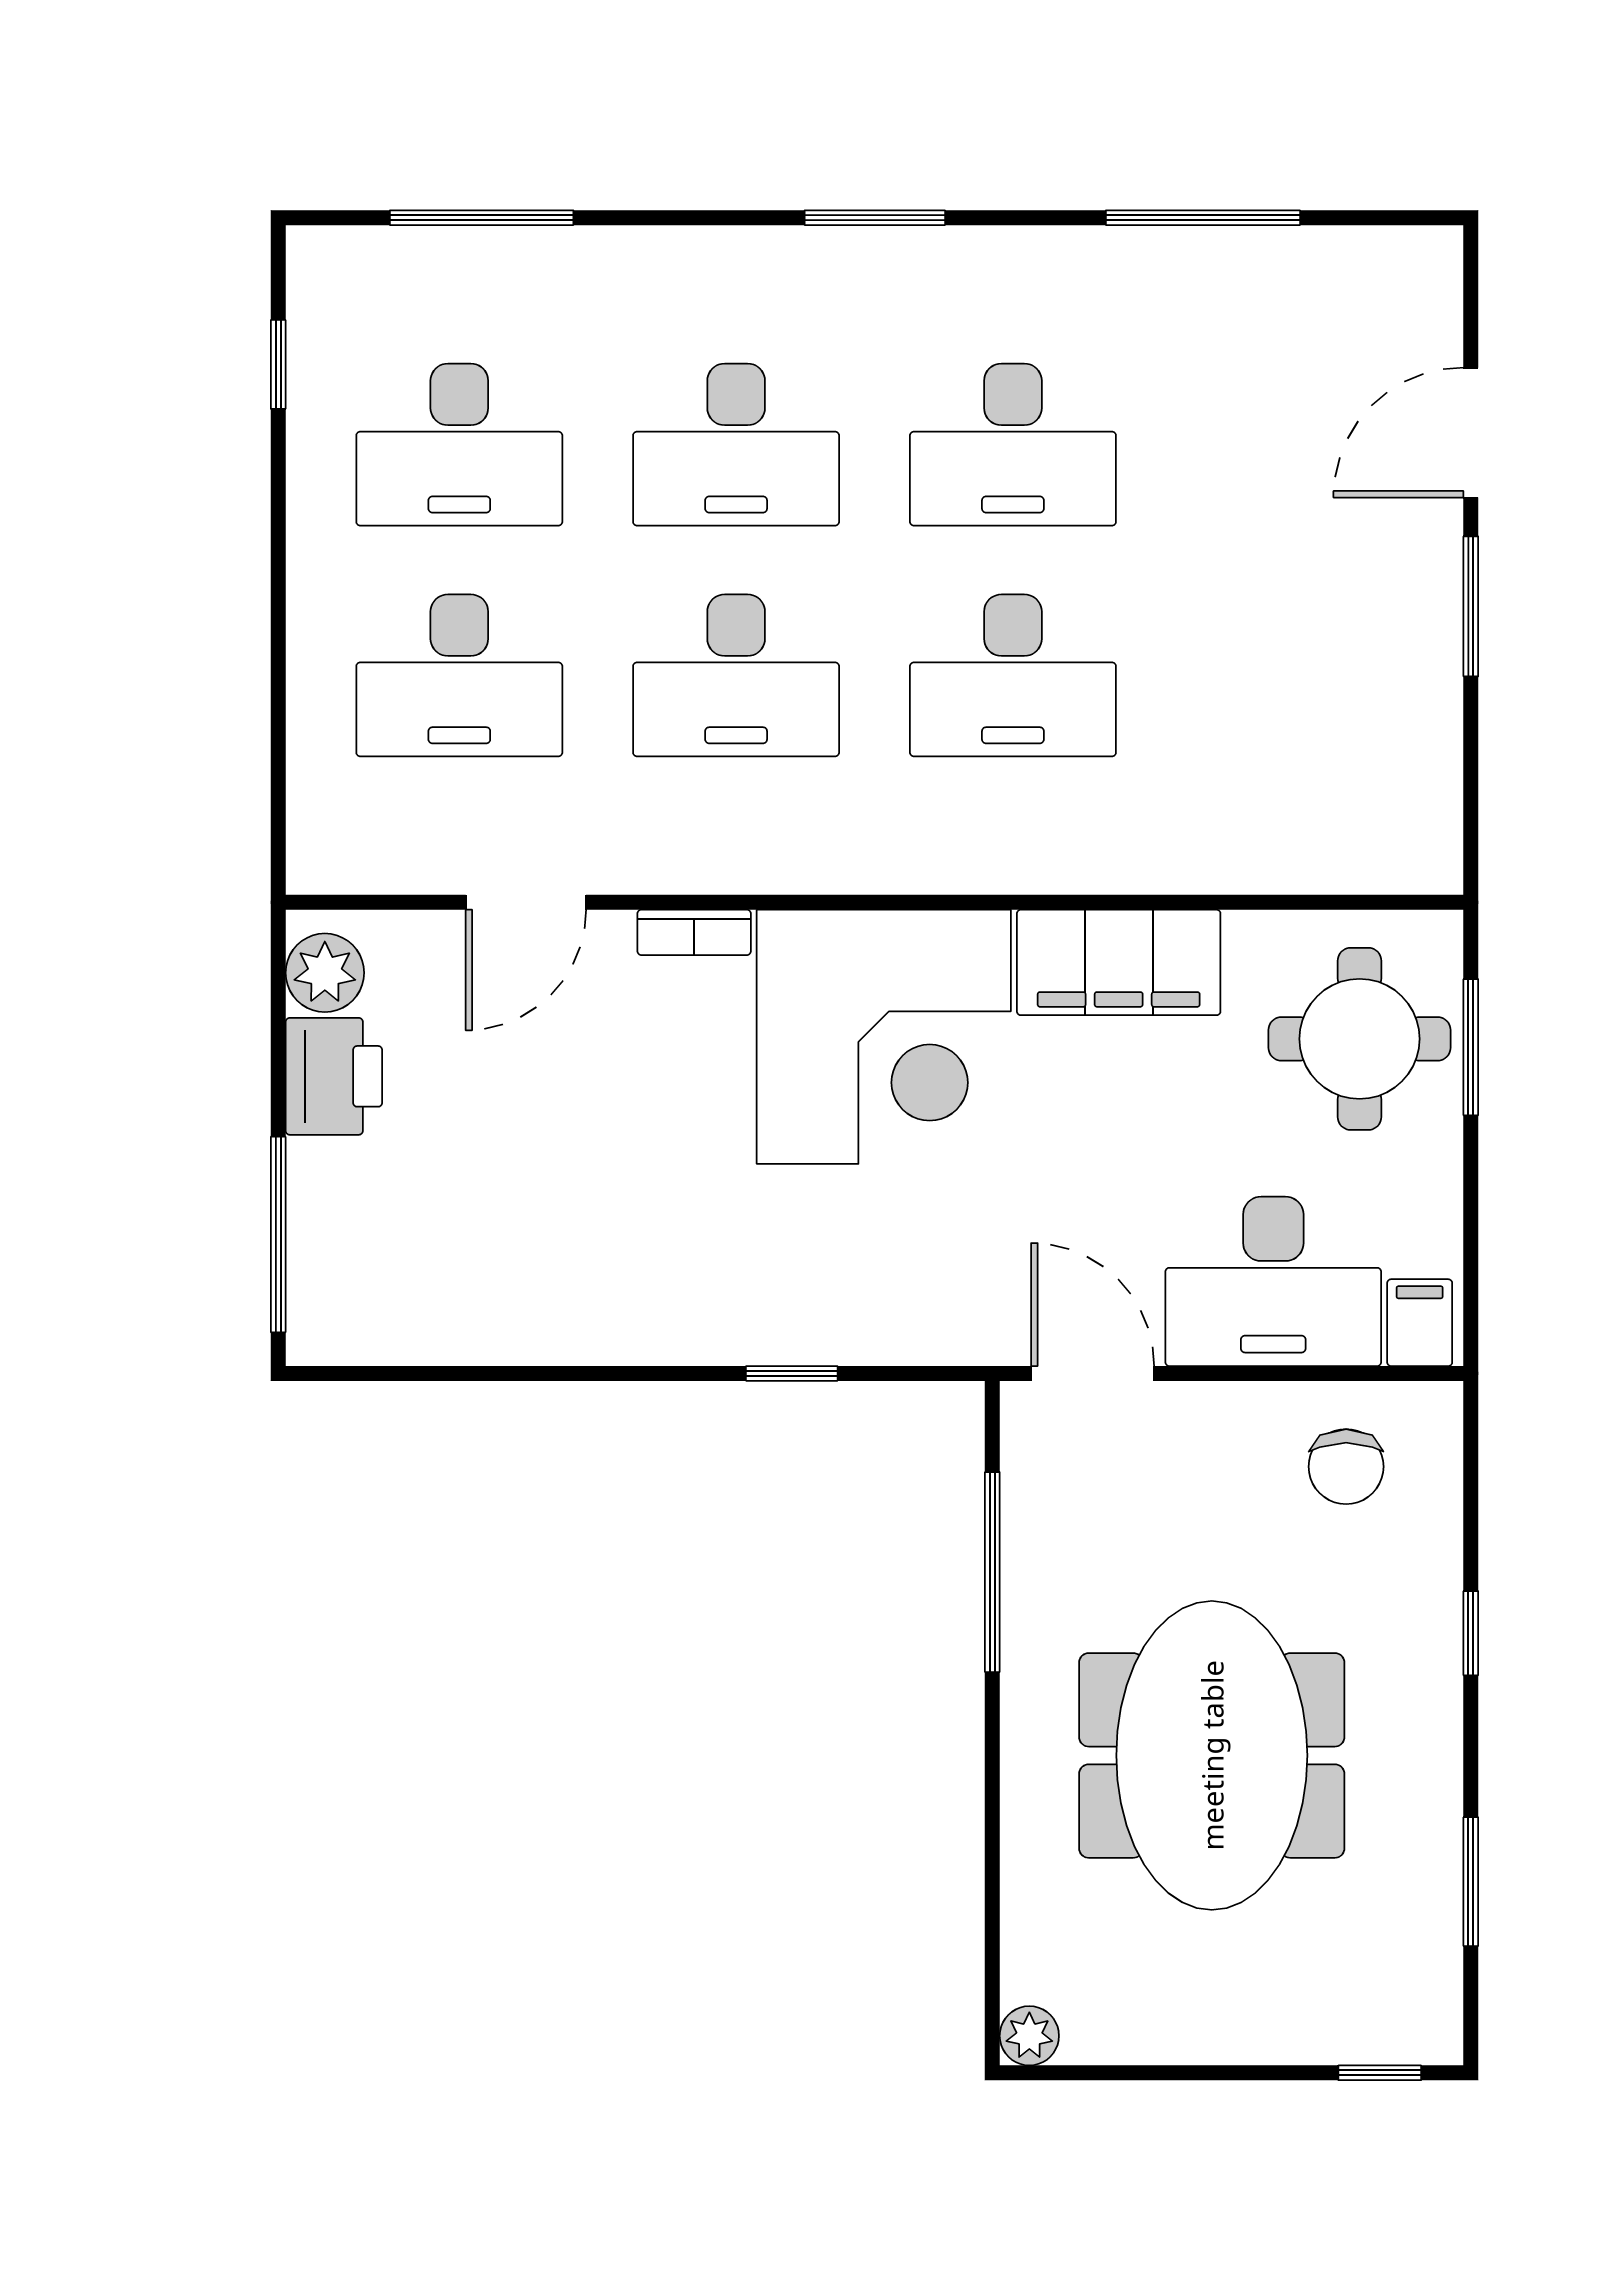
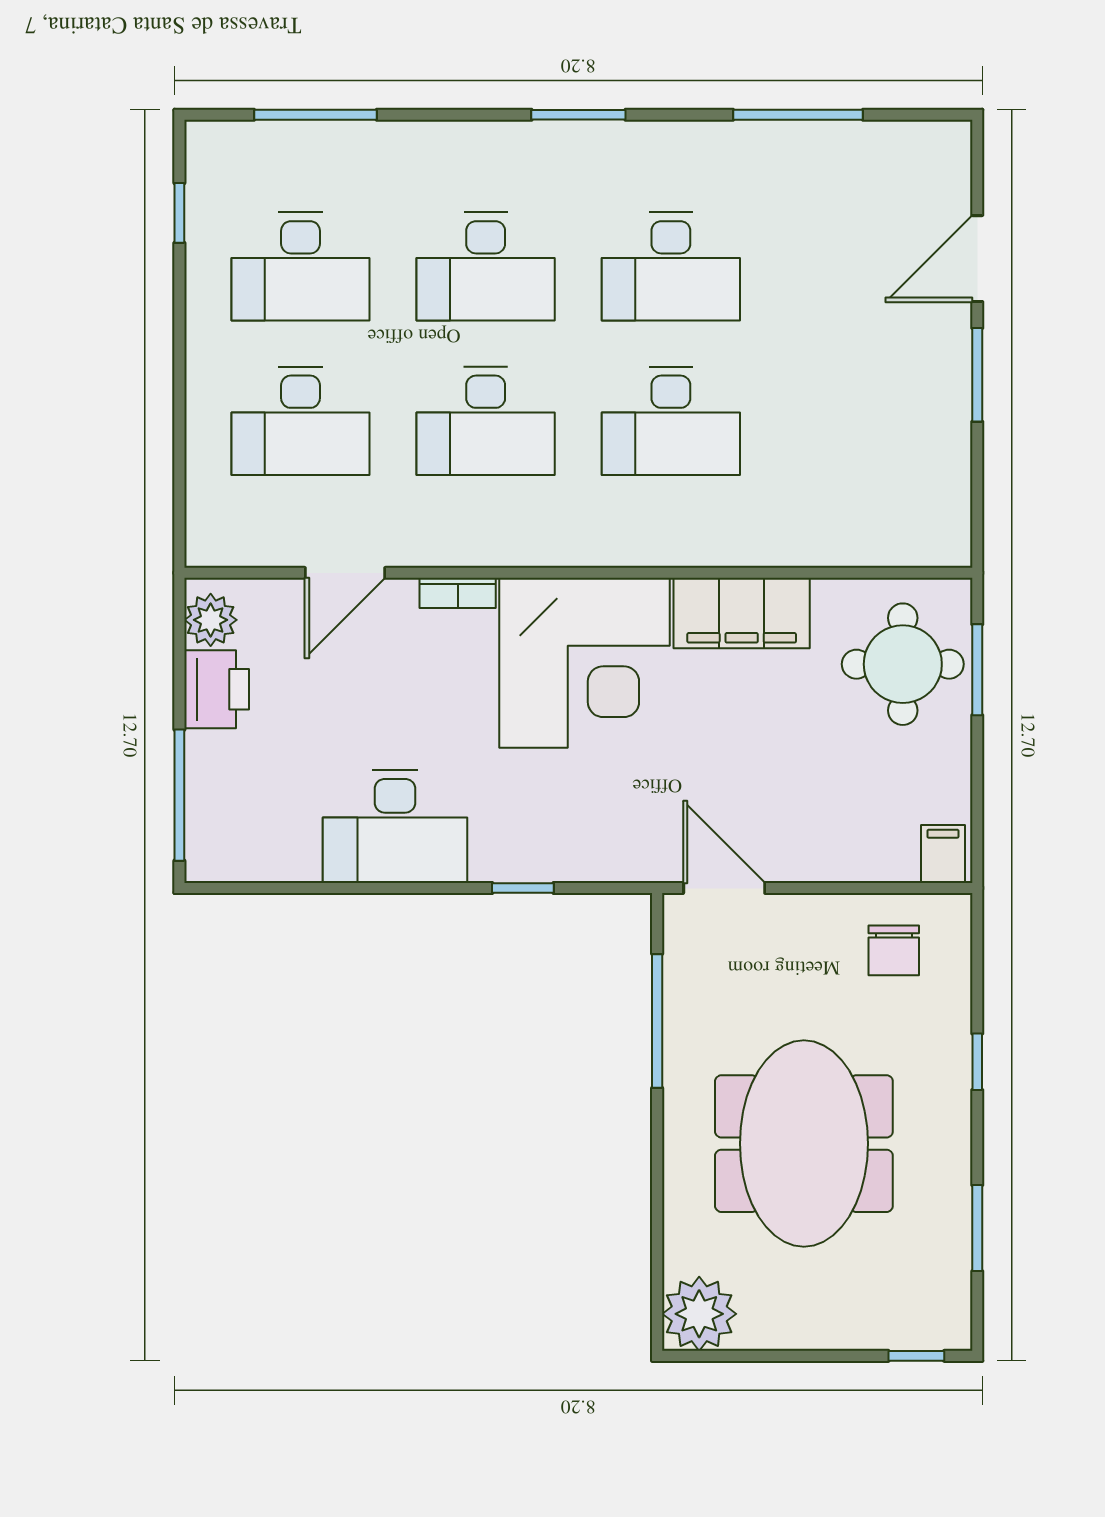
desk: (1273, 1281) -> (395, 826), moved
plant: (1029, 2036) -> (699, 1314), width x1.88, depth x1.88

